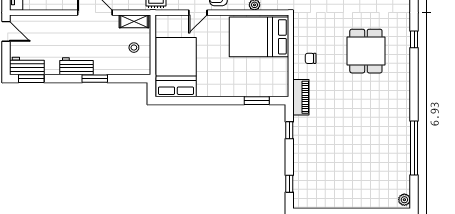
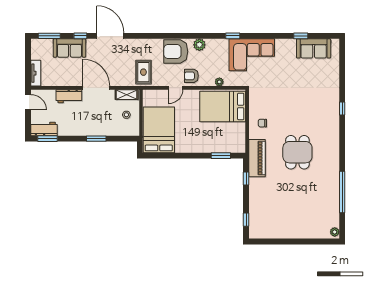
dining table: (366, 51) -> (297, 152), moved
workbench: (77, 66) -> (69, 96), moved, turned 180
piano: (301, 97) -> (257, 158), width x1.37, depth x1.33

